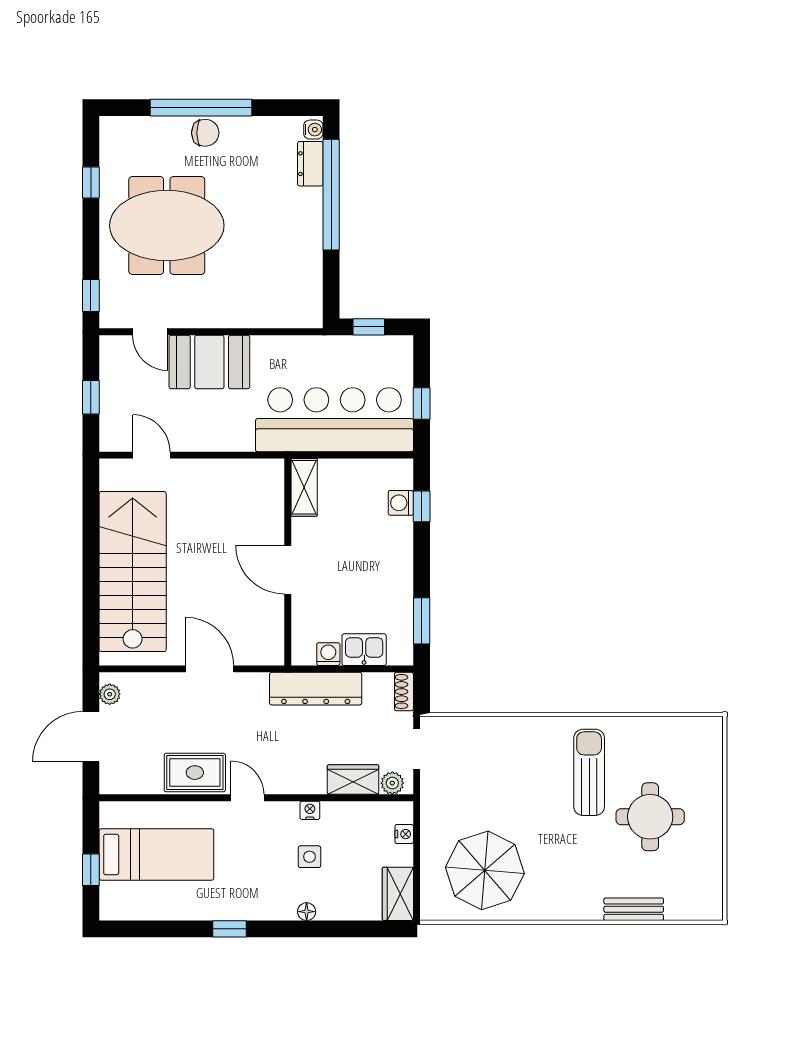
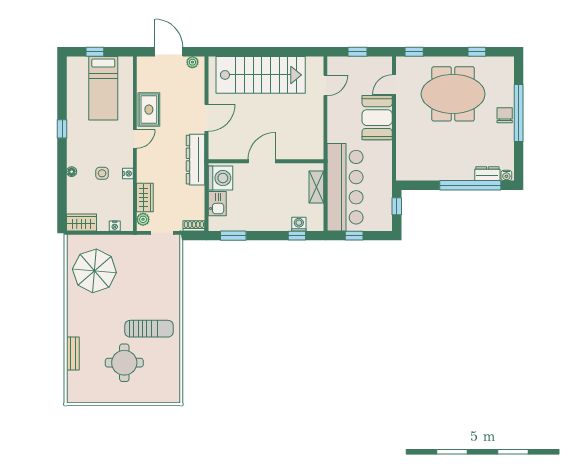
chair: (205, 133) -> (505, 115), turned 180
meeting table: (167, 226) -> (453, 94), turned 90
shelving: (304, 487) -> (316, 187), moved, turned 90
washing machine: (328, 654) -> (220, 178), width x1.89, depth x1.89
dresser: (316, 689) -> (196, 160), moved

